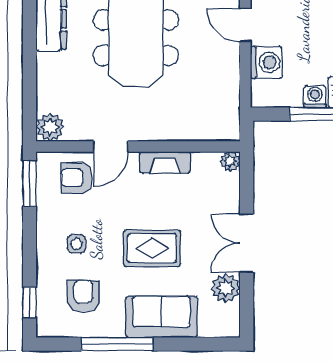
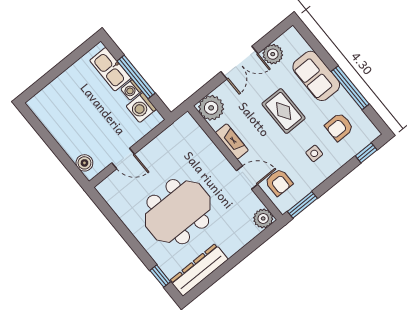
door: (245, 25) -> (123, 159), hinge flipped
washing machine: (266, 62) -> (141, 108), moved, turned -90
plant: (230, 161) -> (211, 108), width x1.88, depth x1.88

